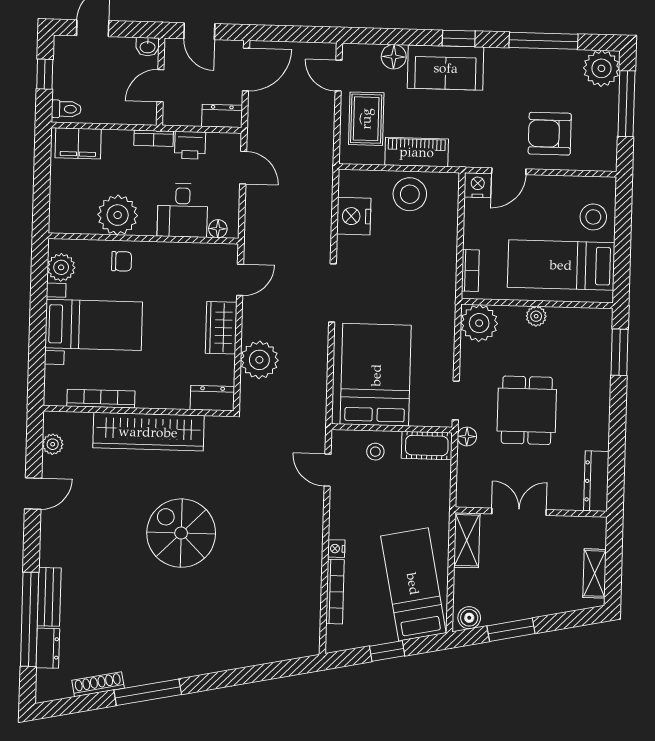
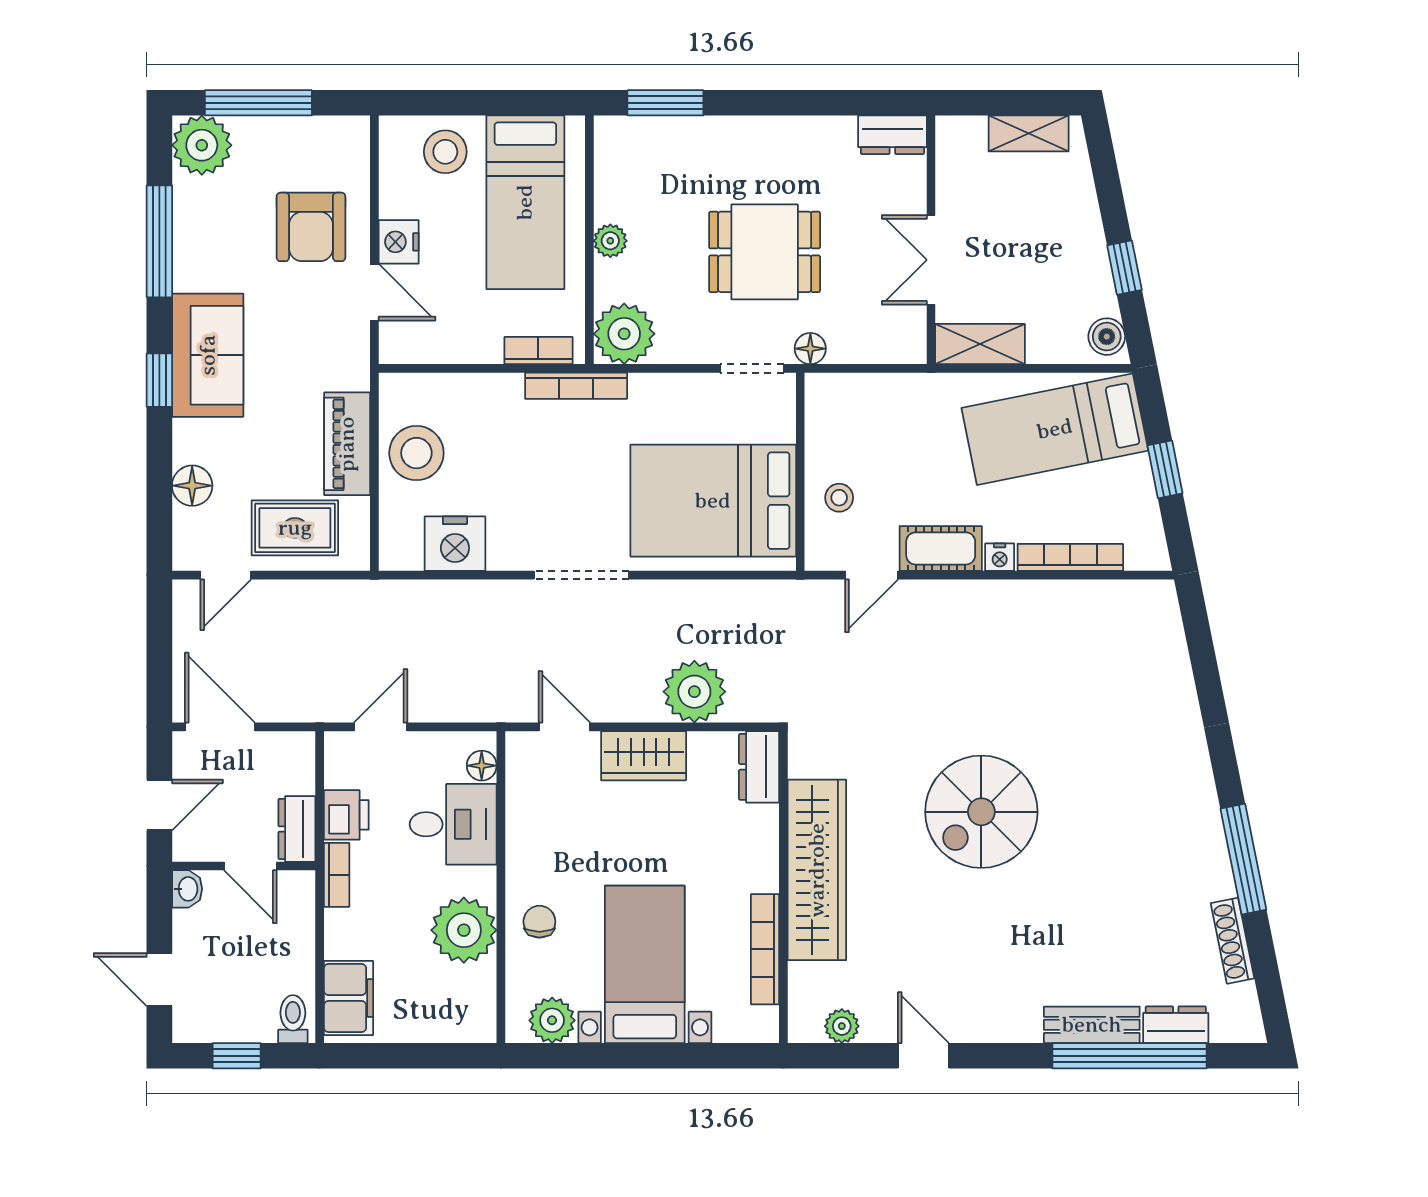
sofa: (446, 68) -> (208, 355), moved
dresser: (222, 116) -> (297, 829), moved
nightstand: (478, 185) -> (399, 242), moved
bookcase: (448, 293) -> (576, 386), added
cot: (427, 446) -> (941, 548), moved, turned 90
dresser: (596, 481) -> (892, 135), width x0.70
window: (511, 630) -> (1124, 268), width x0.67

